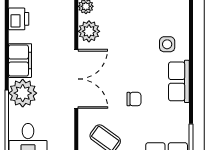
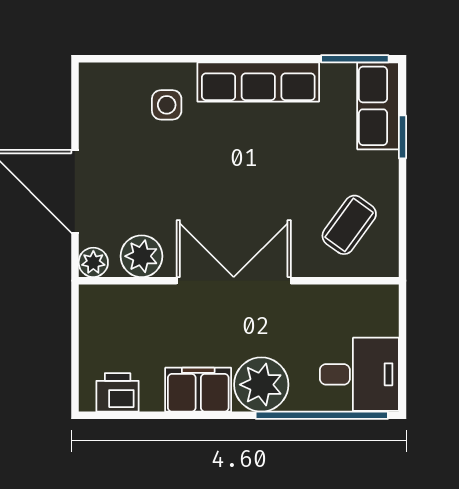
row of seats: (179, 81) -> (258, 82), width x1.48
chair: (134, 99) -> (273, 169), removed

